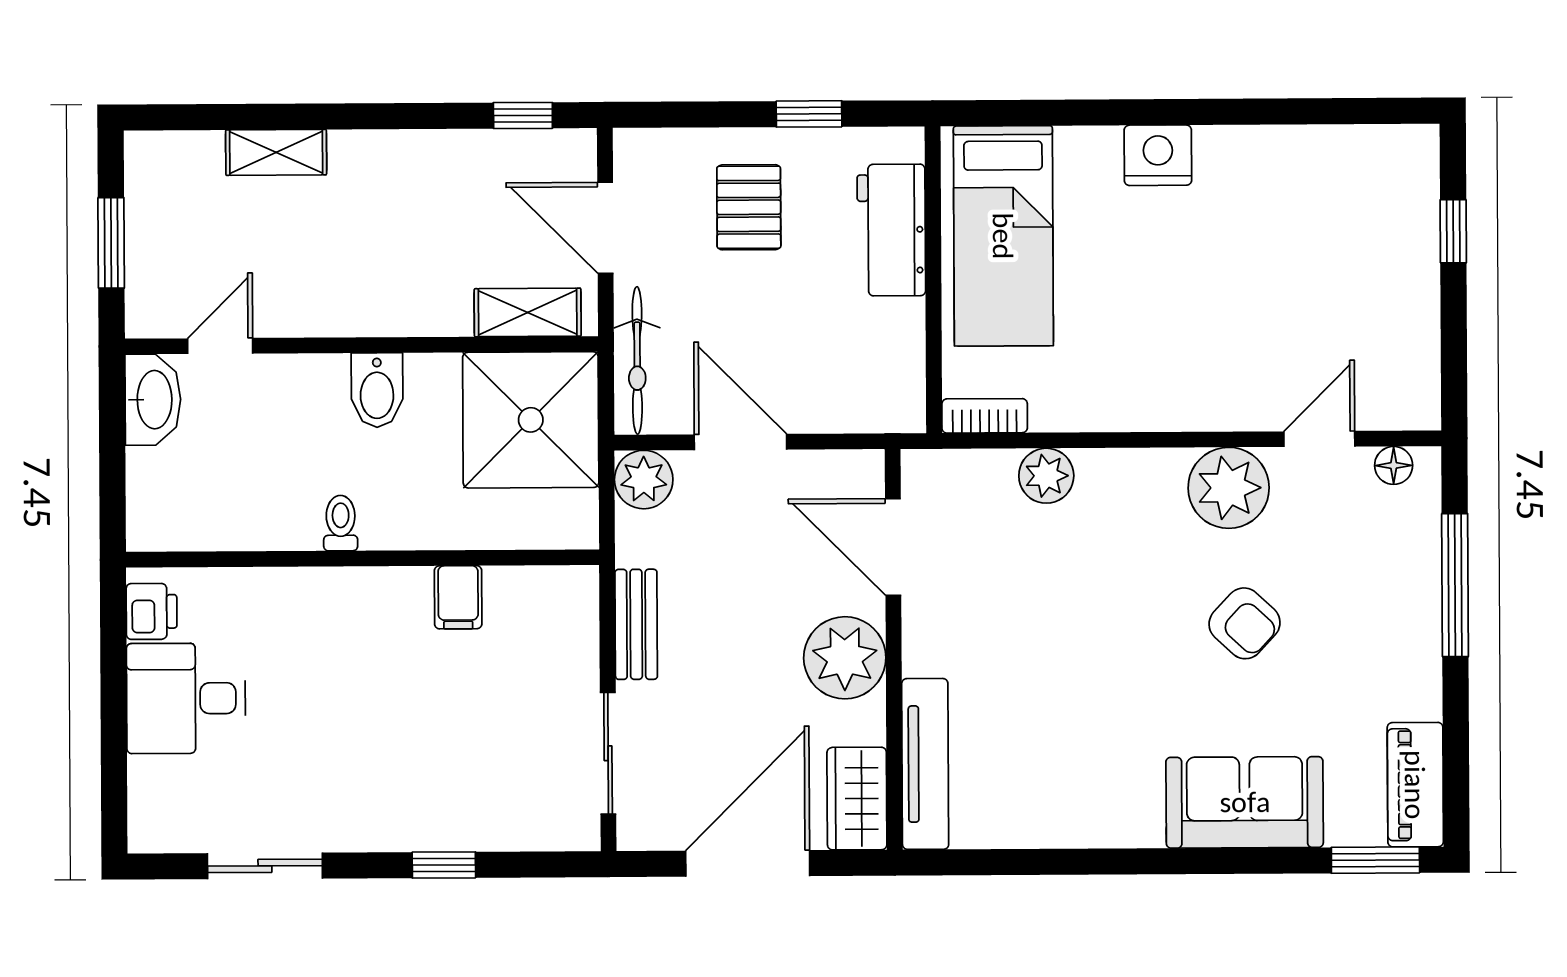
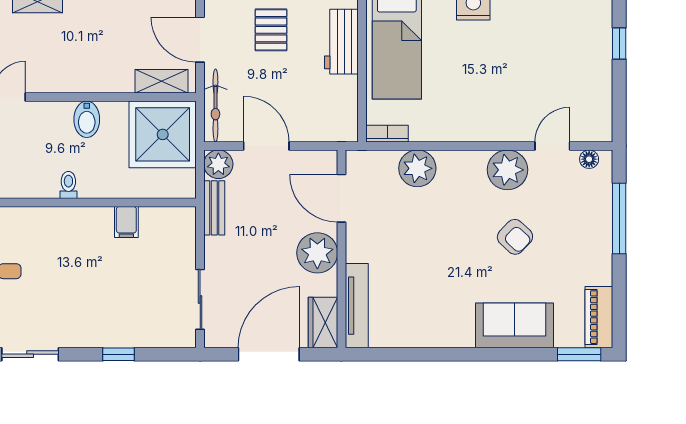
plant: (1046, 476) -> (417, 168), width x1.36, depth x1.36
bench: (636, 624) -> (214, 208), moved

